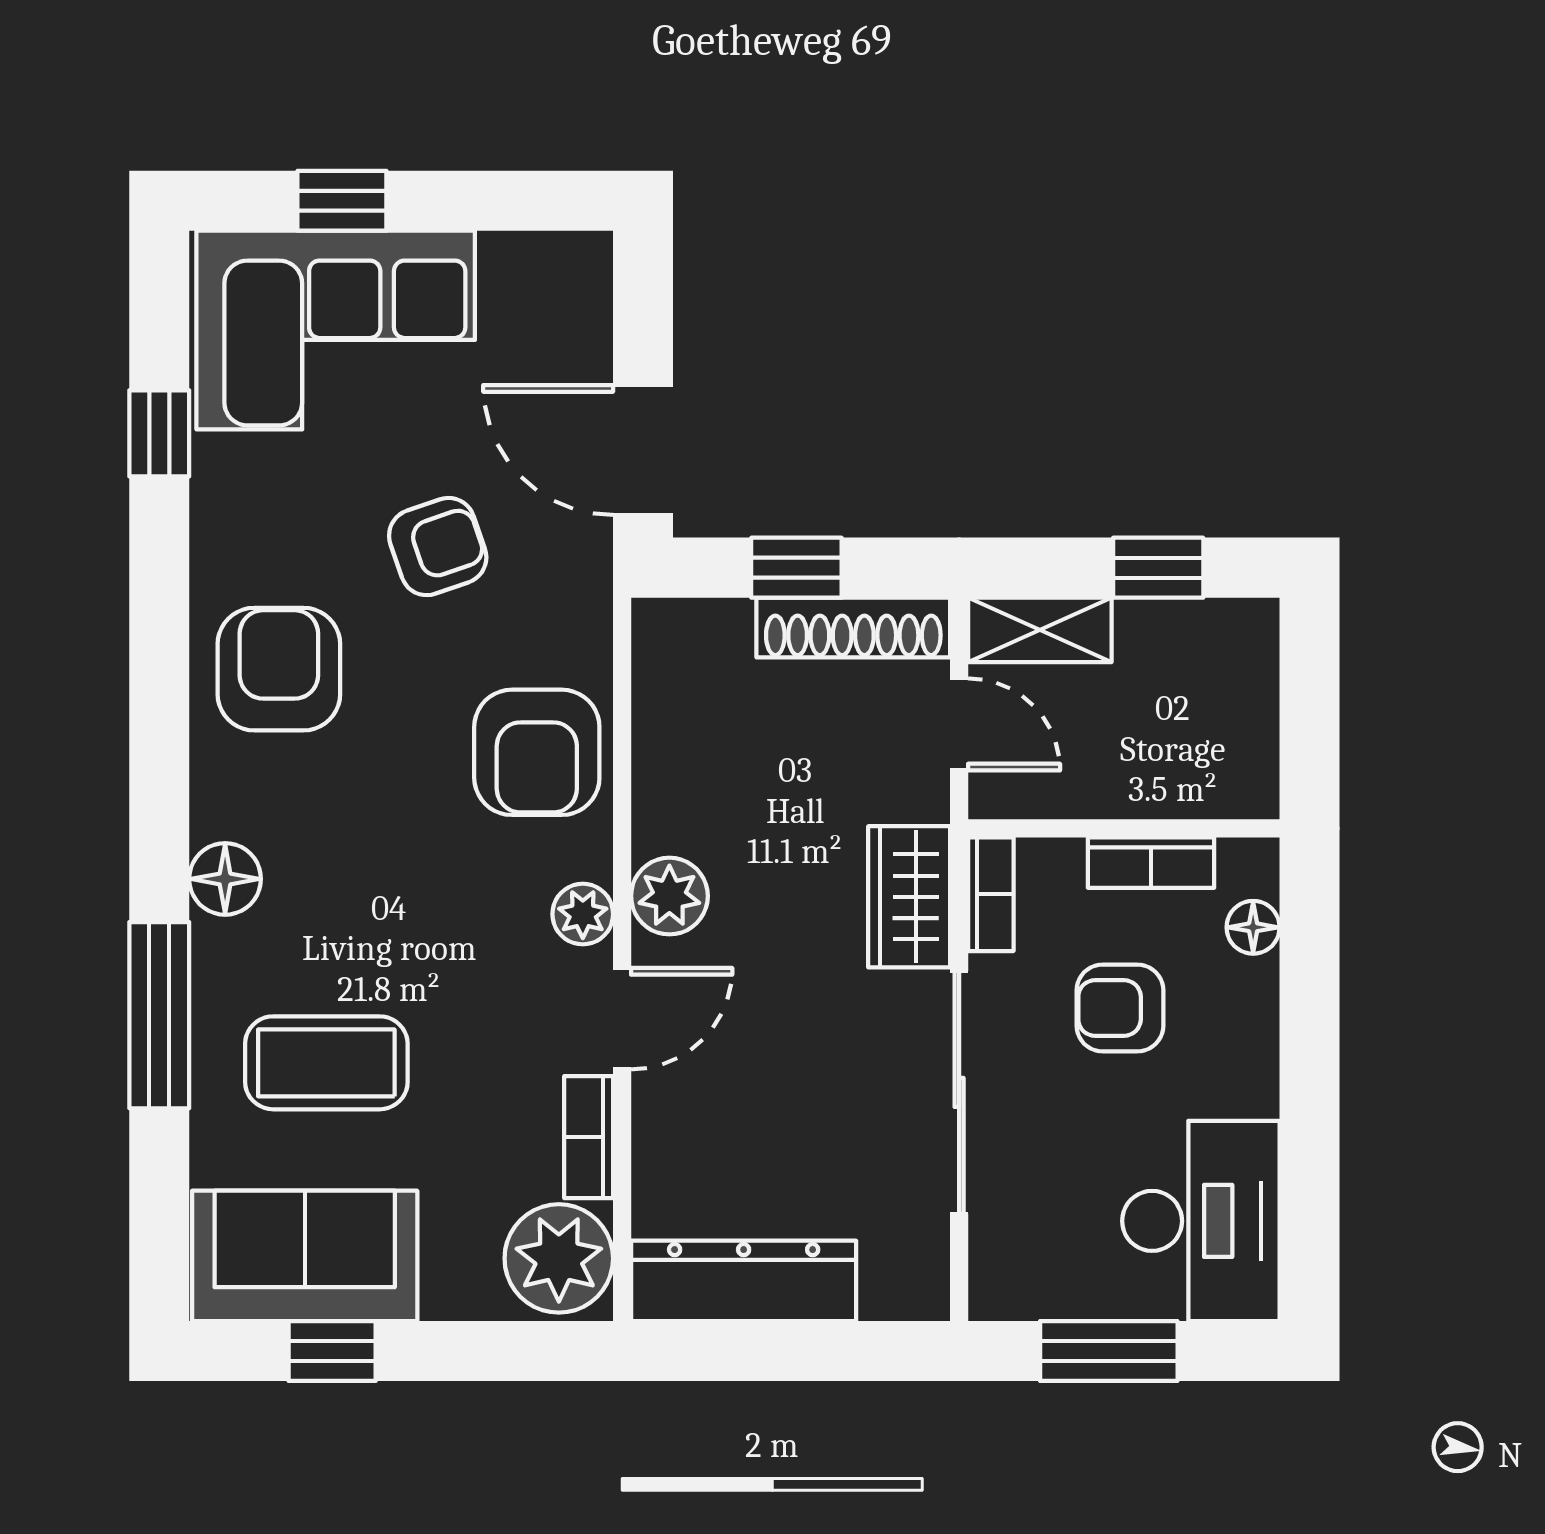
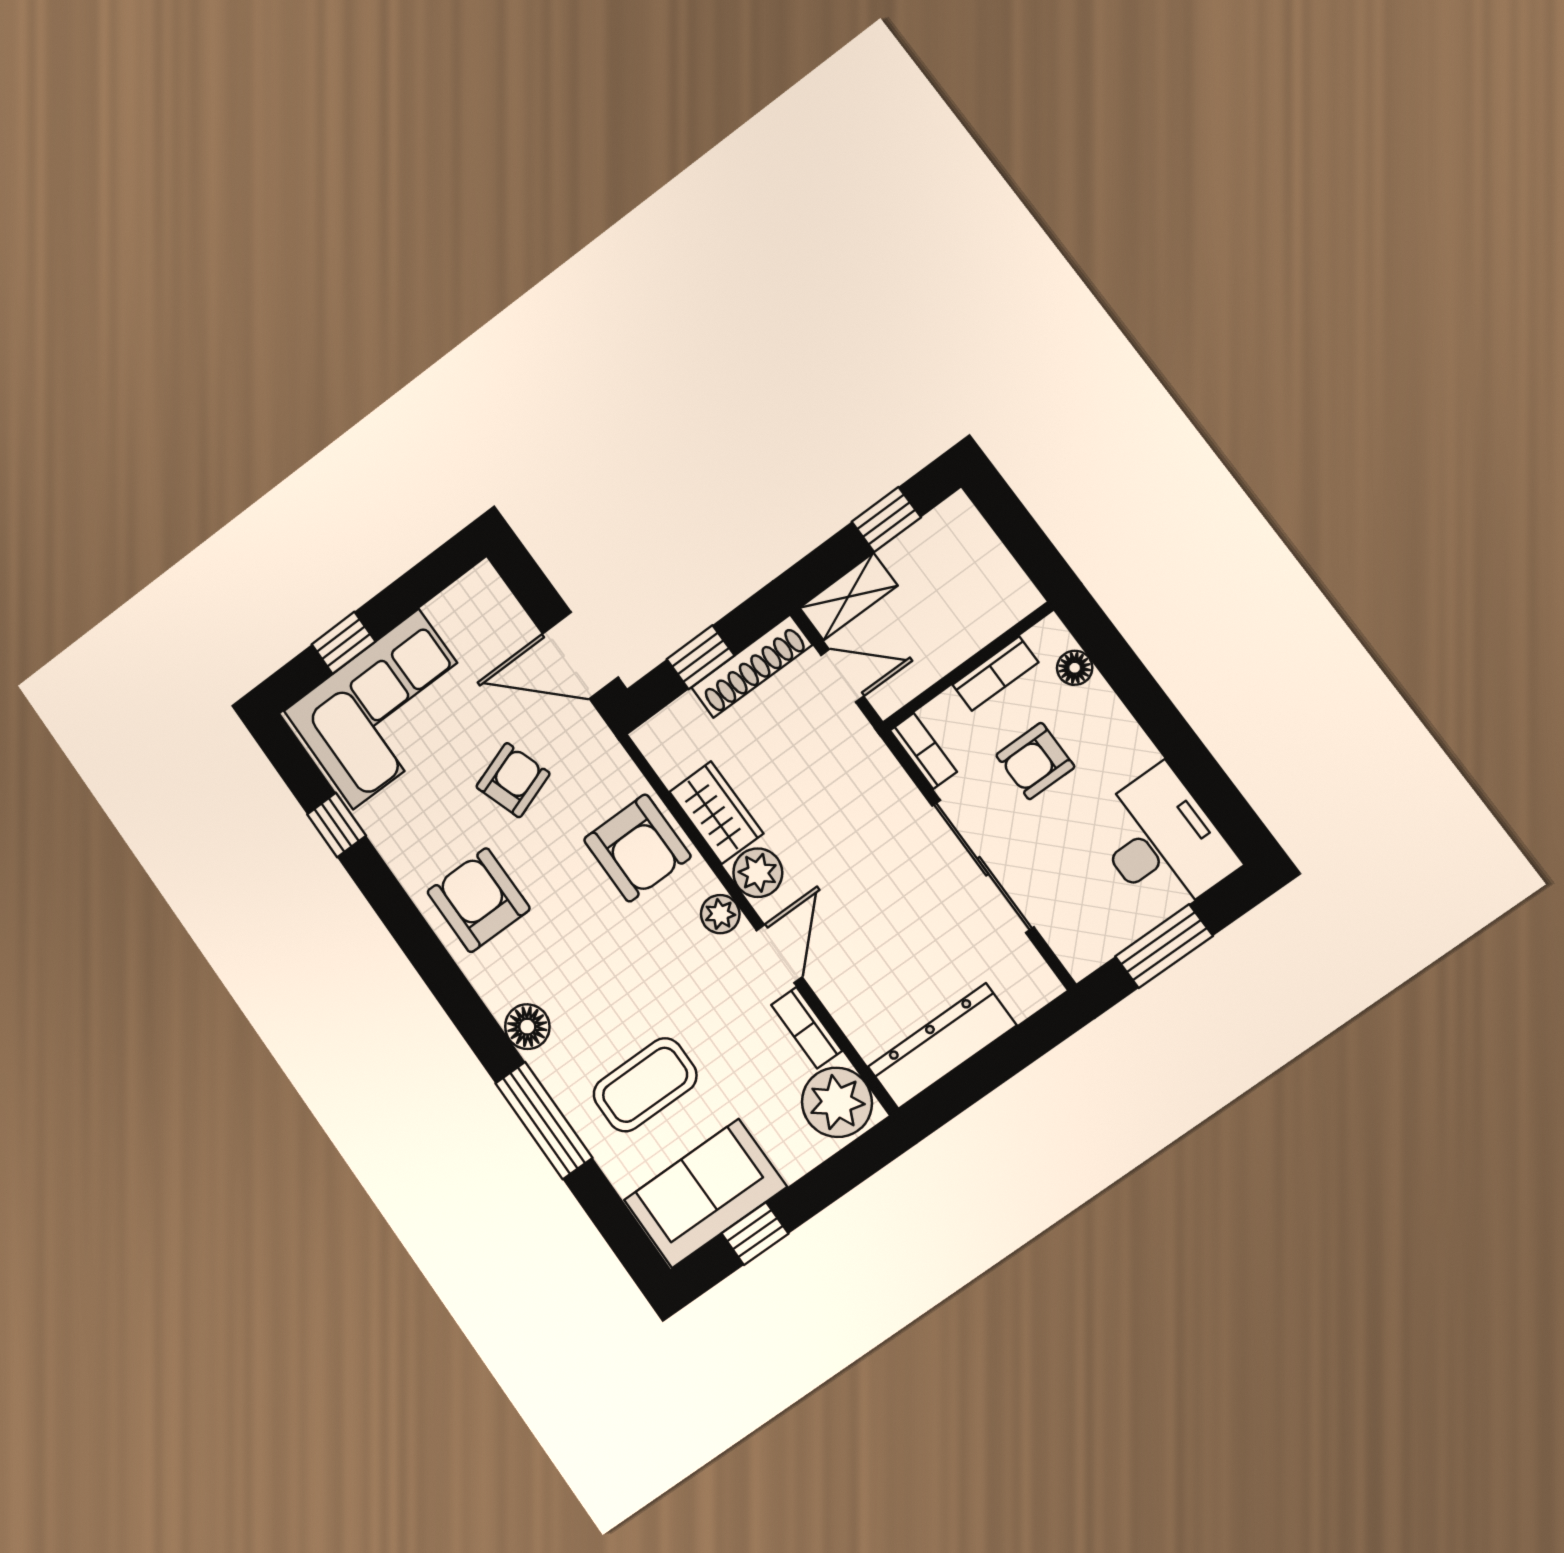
wardrobe: (909, 897) -> (716, 813), moved, turned 180

